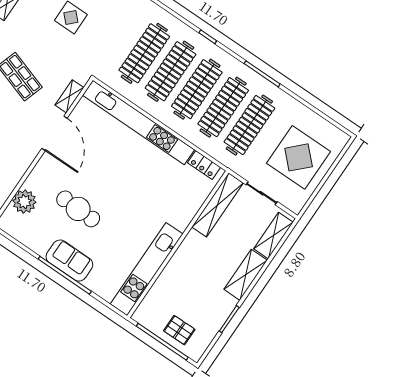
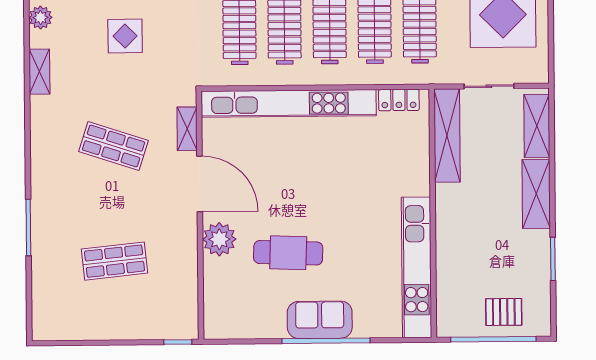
plant: (24, 202) -> (219, 239), moved

